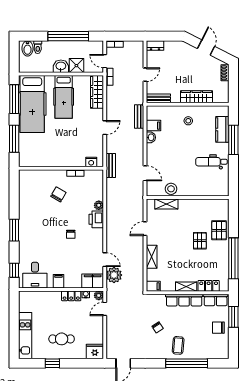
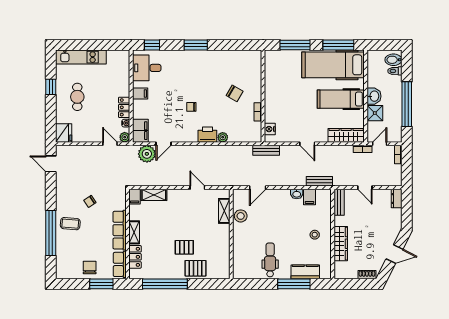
shelving: (152, 257) -> (154, 195), moved

